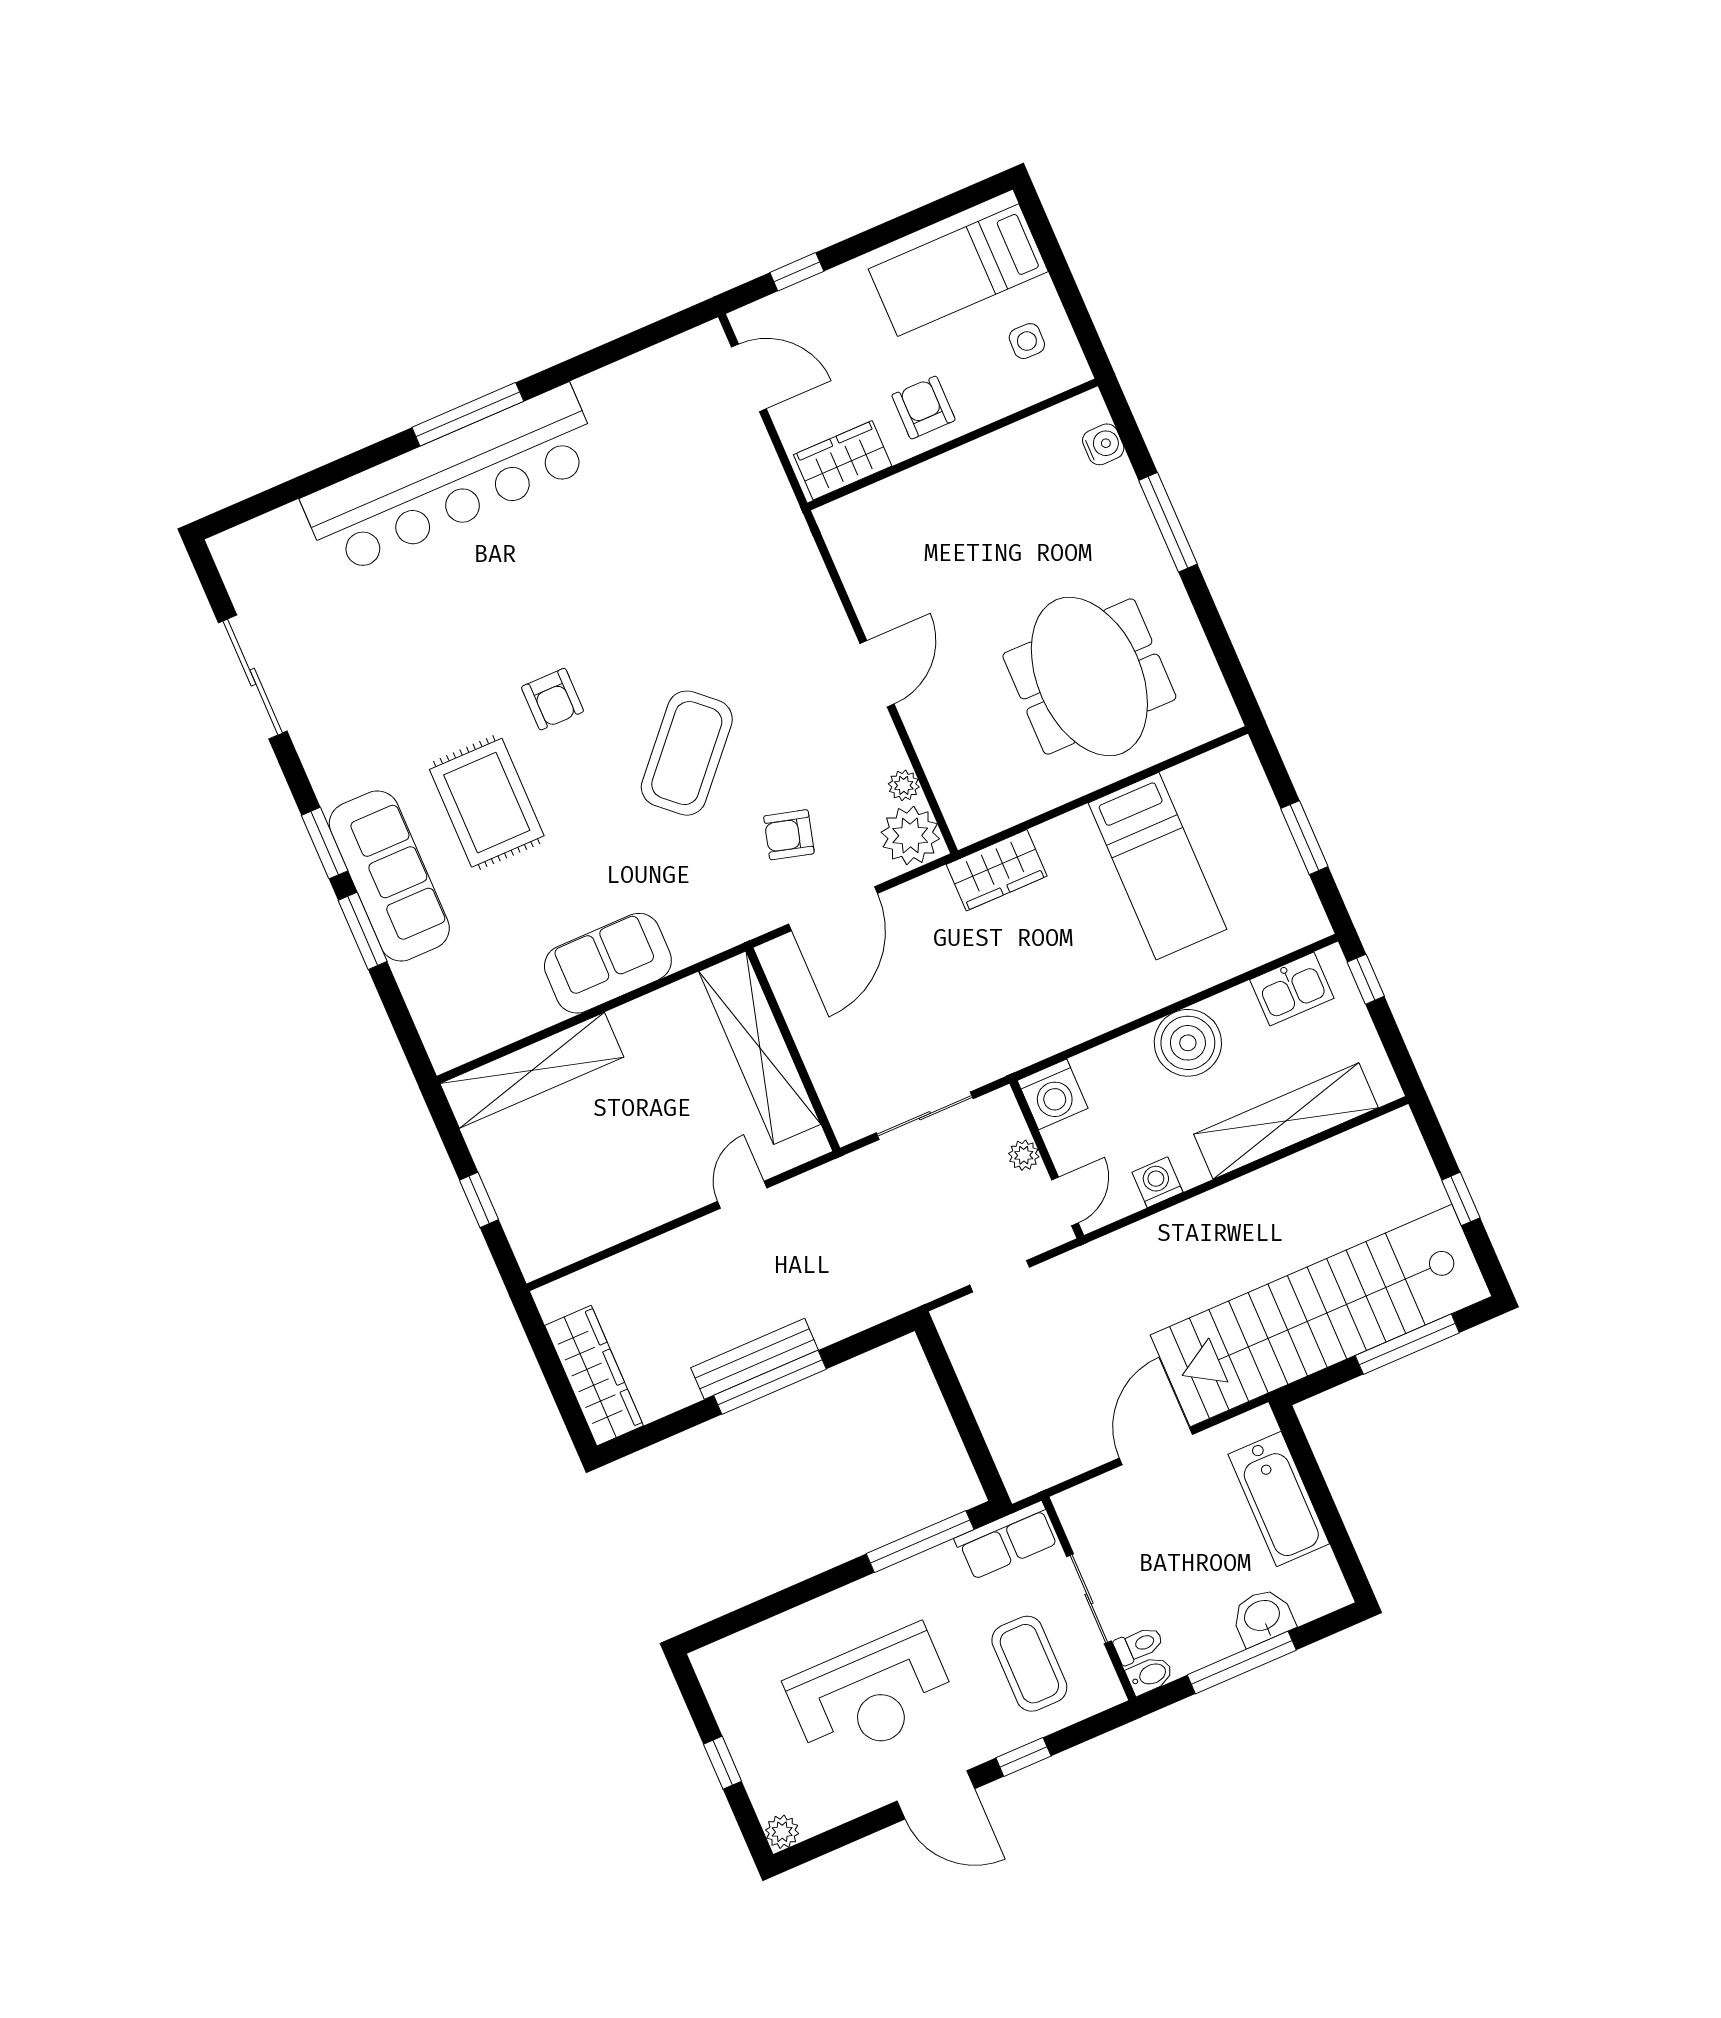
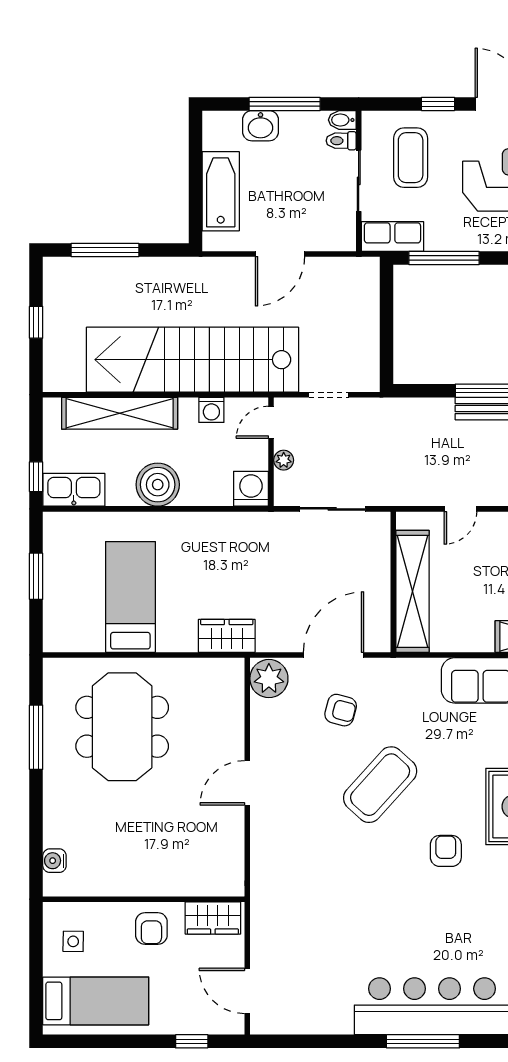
window: (1168, 522) -> (36, 737), moved
plant: (904, 785) -> (260, 710), removed
kitchen sink: (1292, 989) -> (74, 490), width x1.38
stairs: (1321, 1316) -> (192, 360), moved, turned 180

